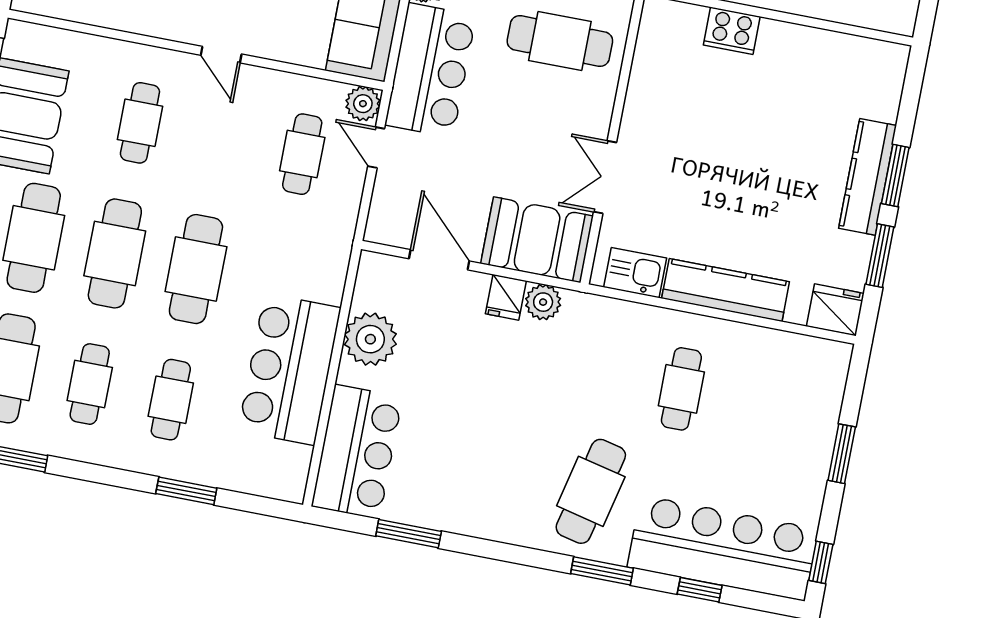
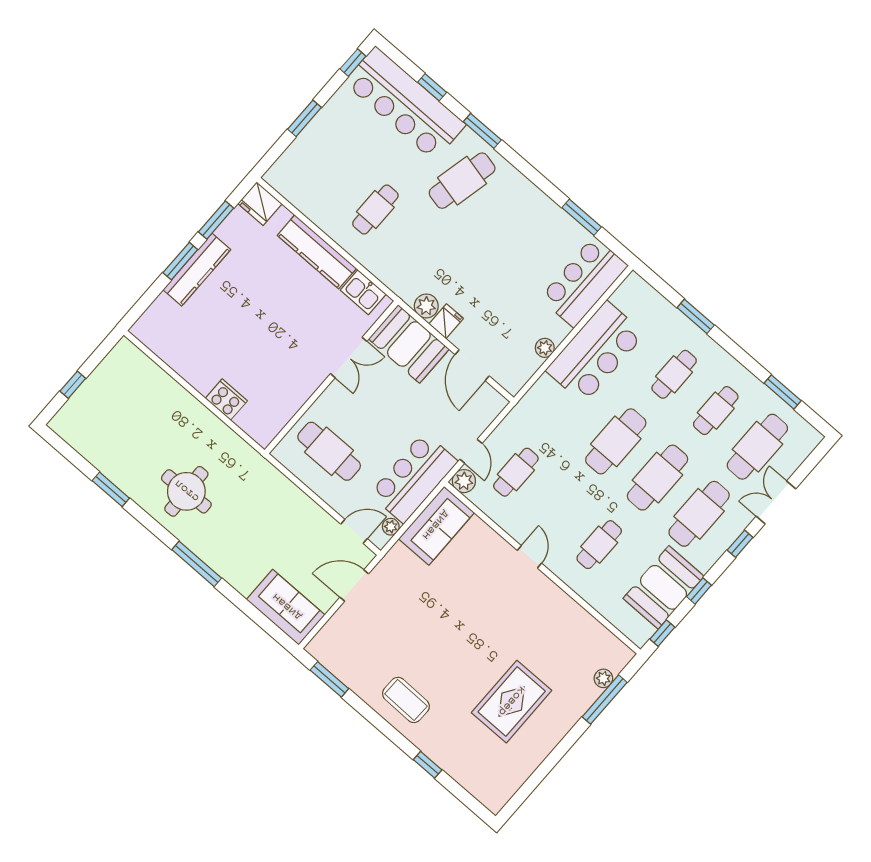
plant: (370, 339) -> (545, 348), width x0.53, depth x0.53

